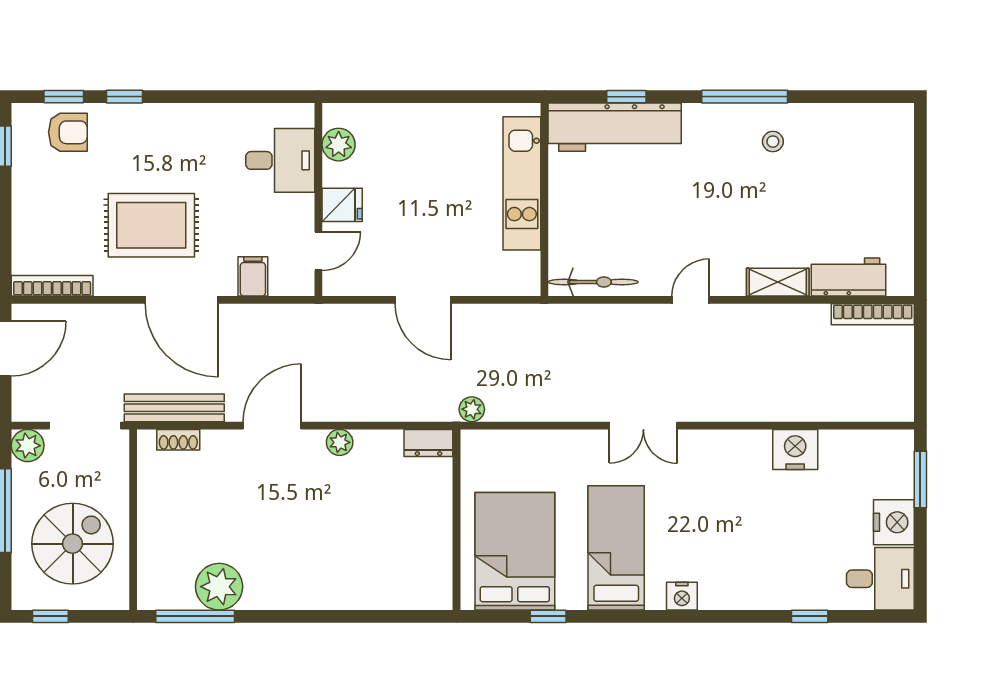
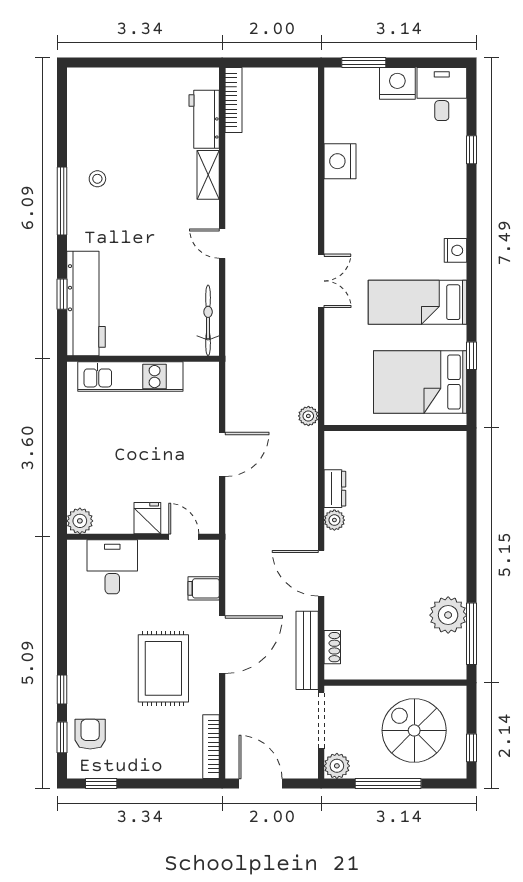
plant: (339, 145) -> (80, 521), moved
dresser: (428, 443) -> (335, 489), moved

